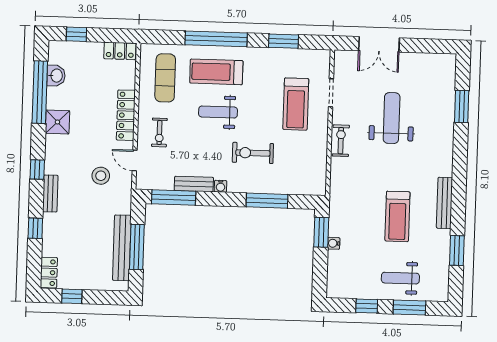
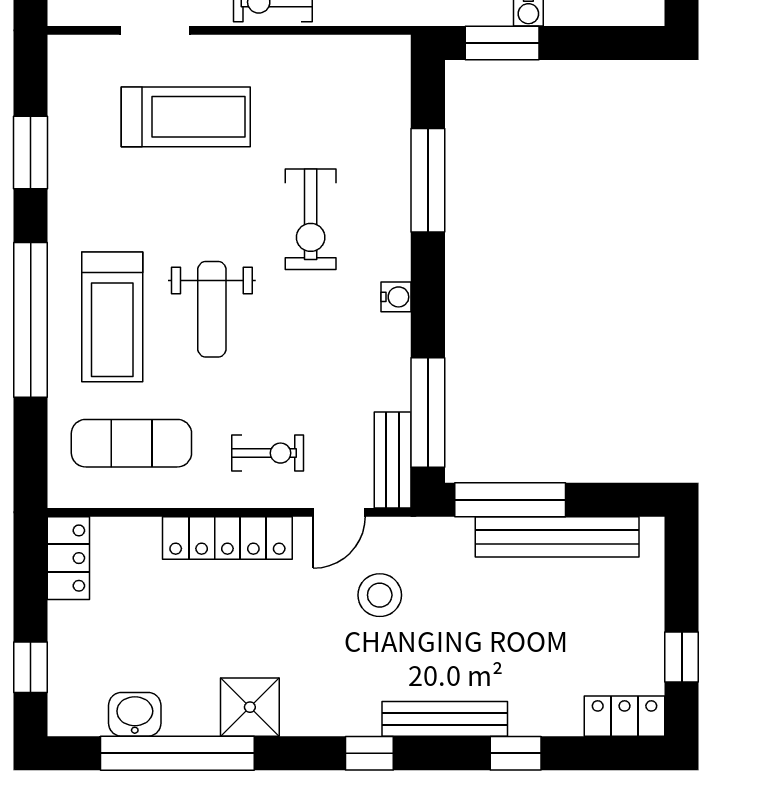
bench: (194, 184) -> (393, 460), moved
bench: (50, 193) -> (445, 719), width x1.36
window: (137, 247) -> (510, 500), moved

